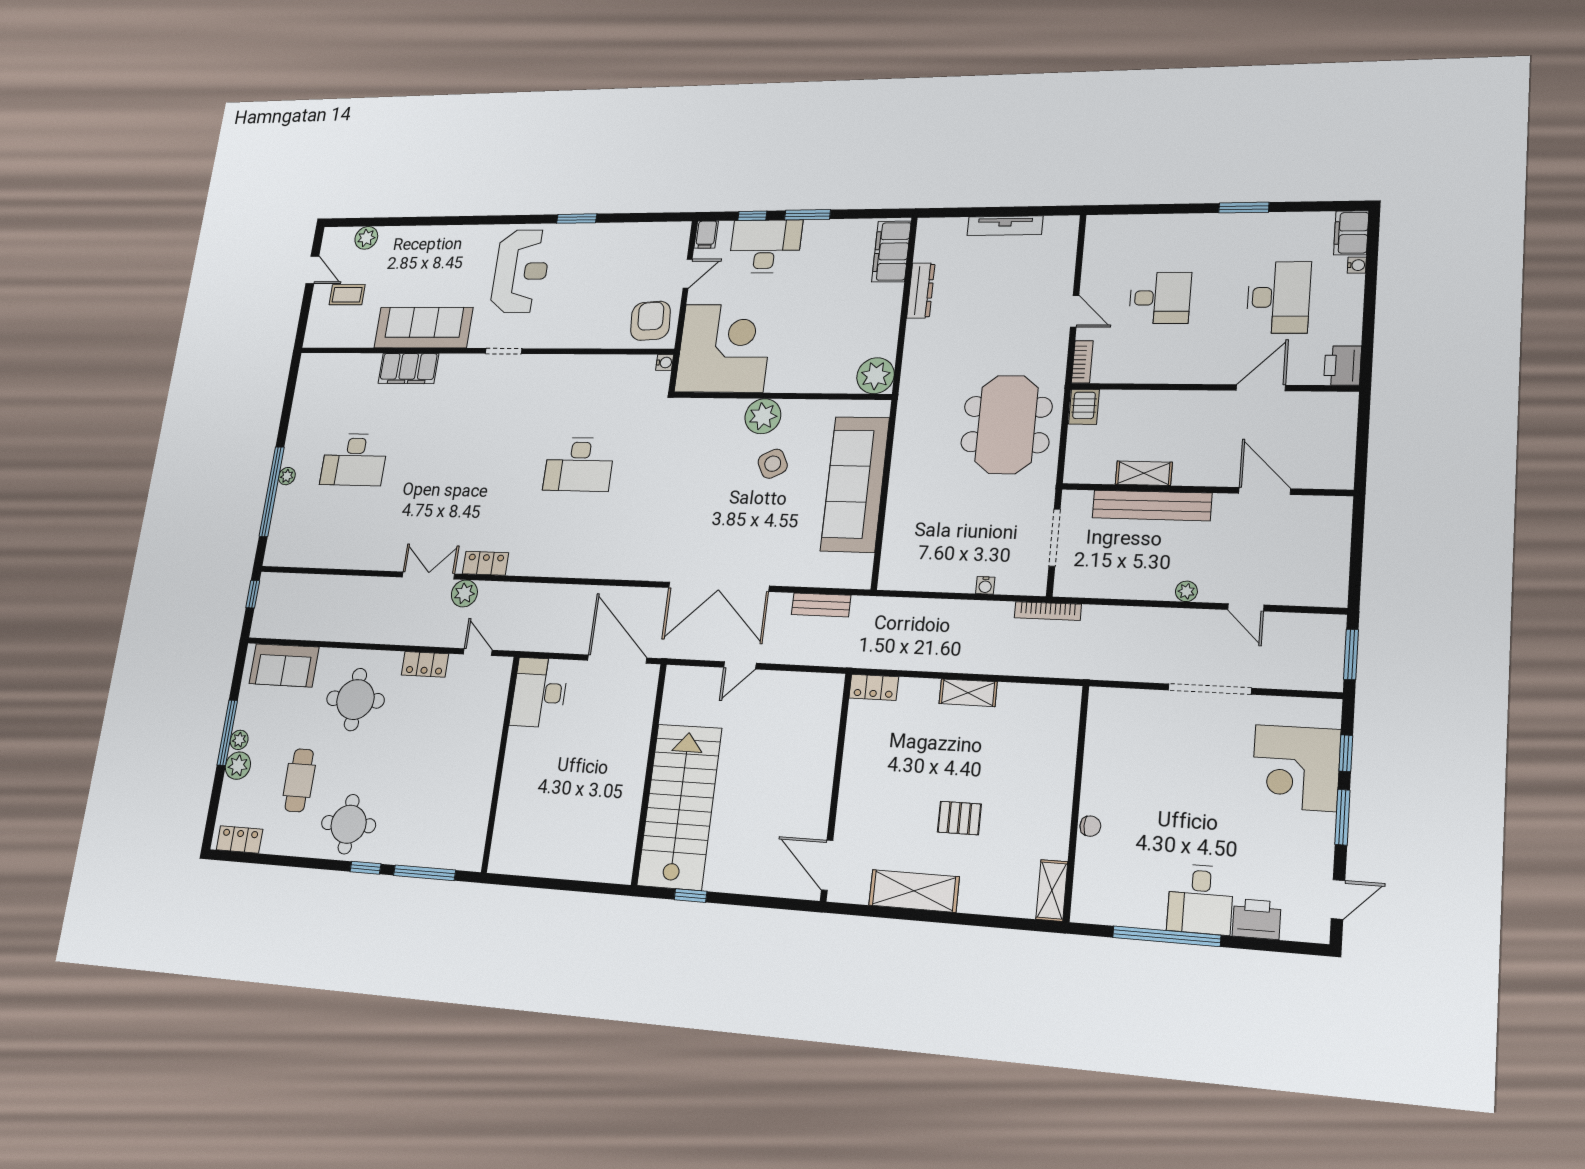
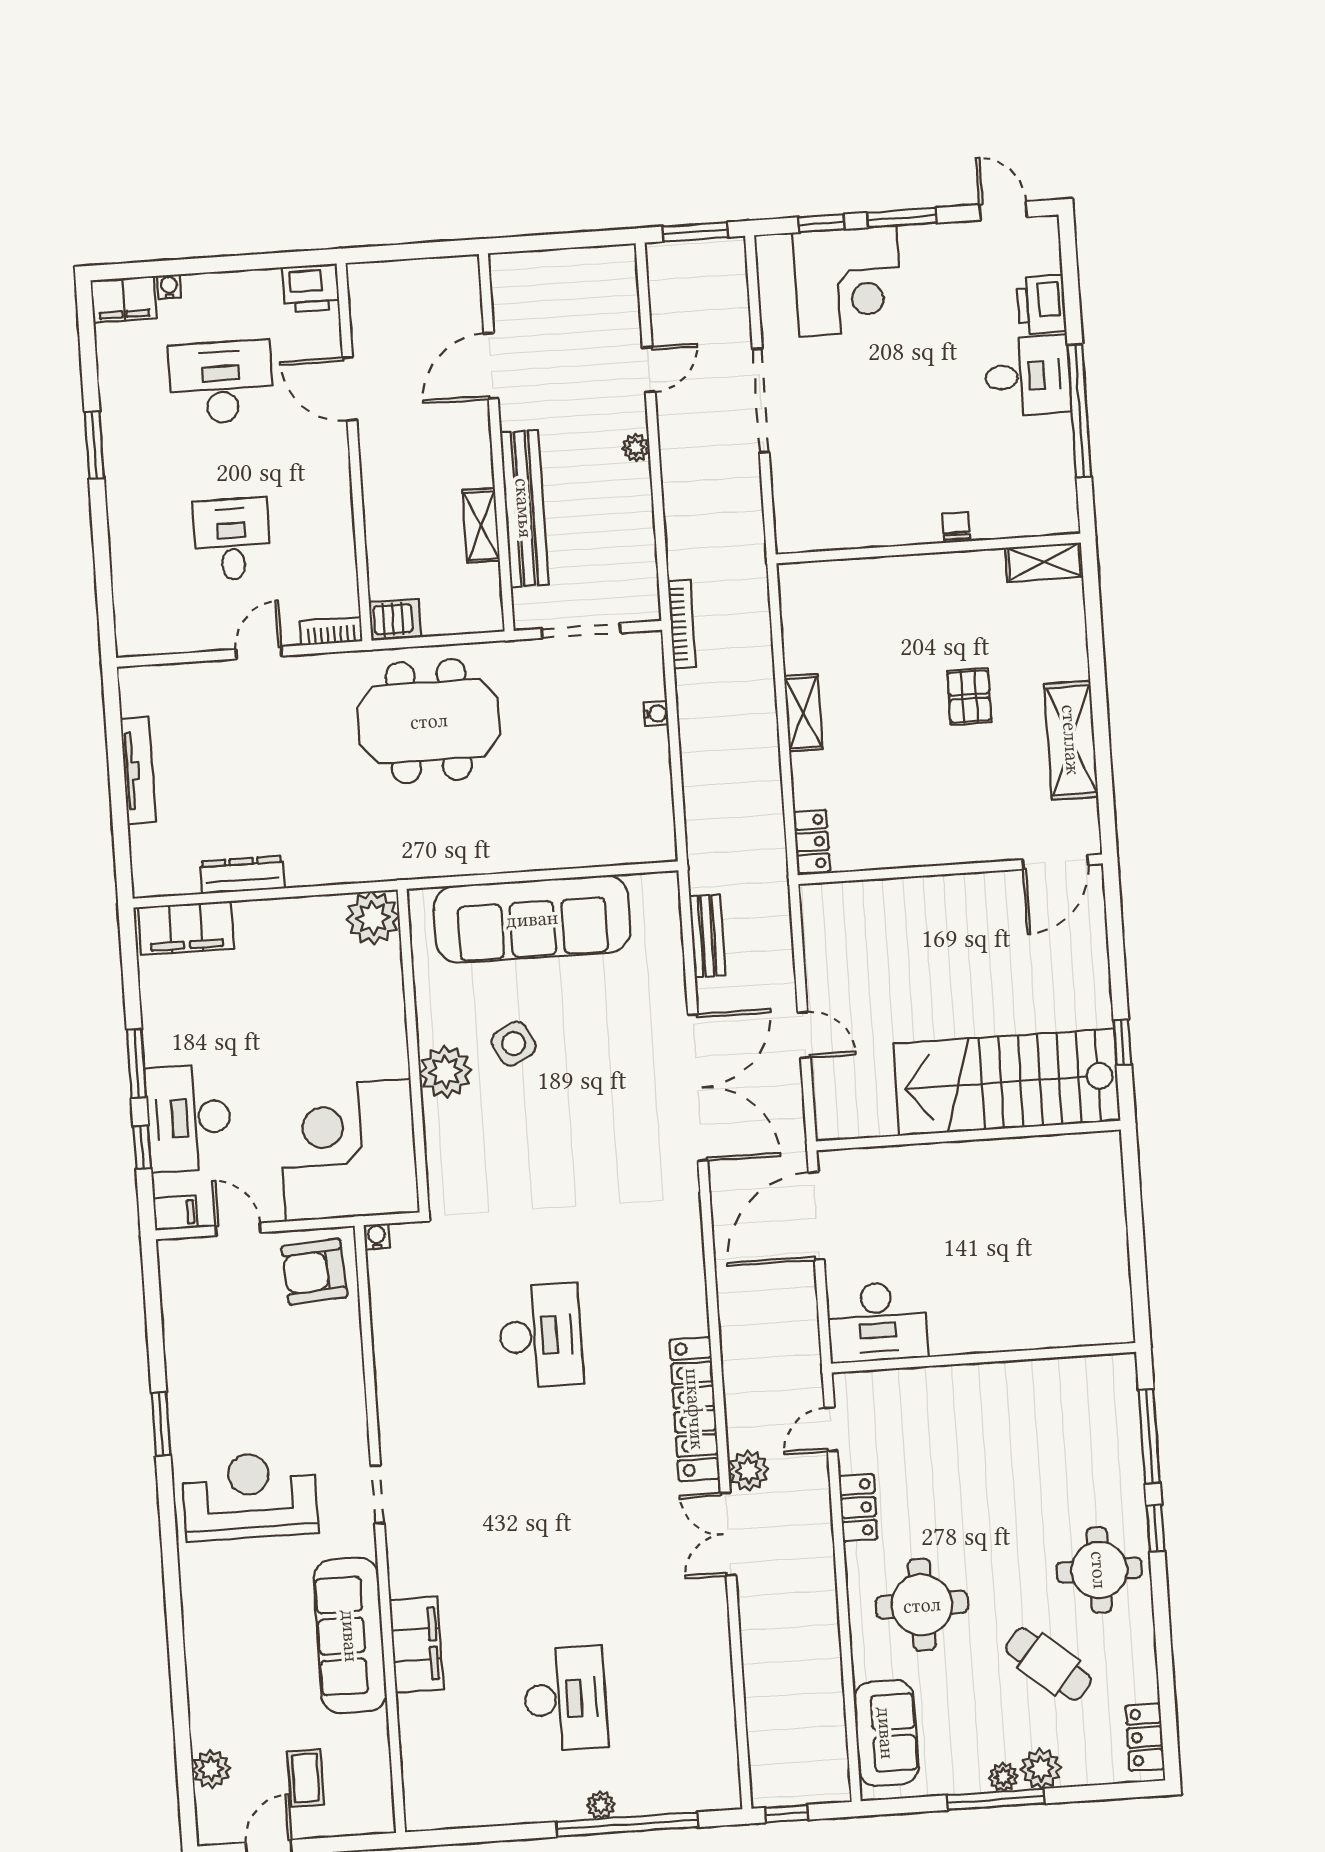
locker: (486, 563) -> (695, 1409), width x2.16, depth x1.21
cafe table: (299, 780) -> (1048, 1664), turned 40

